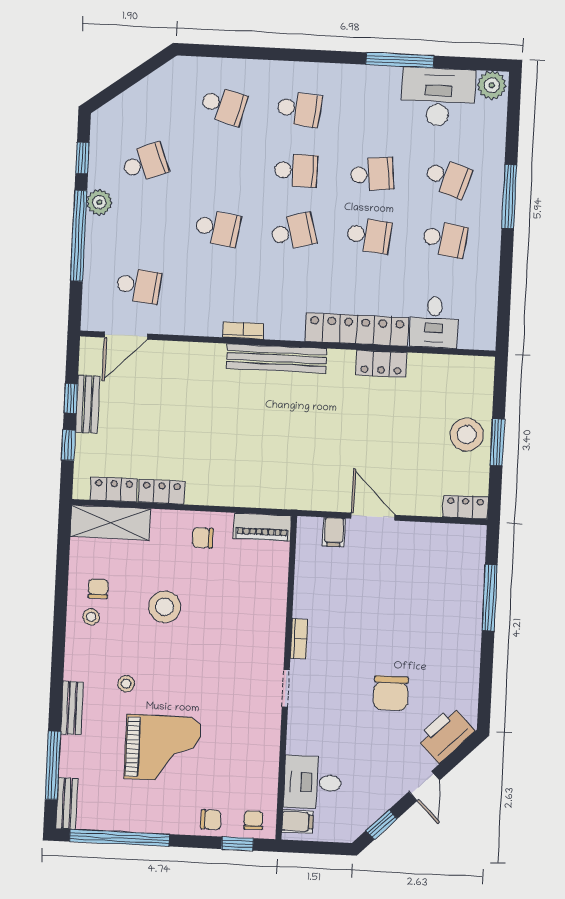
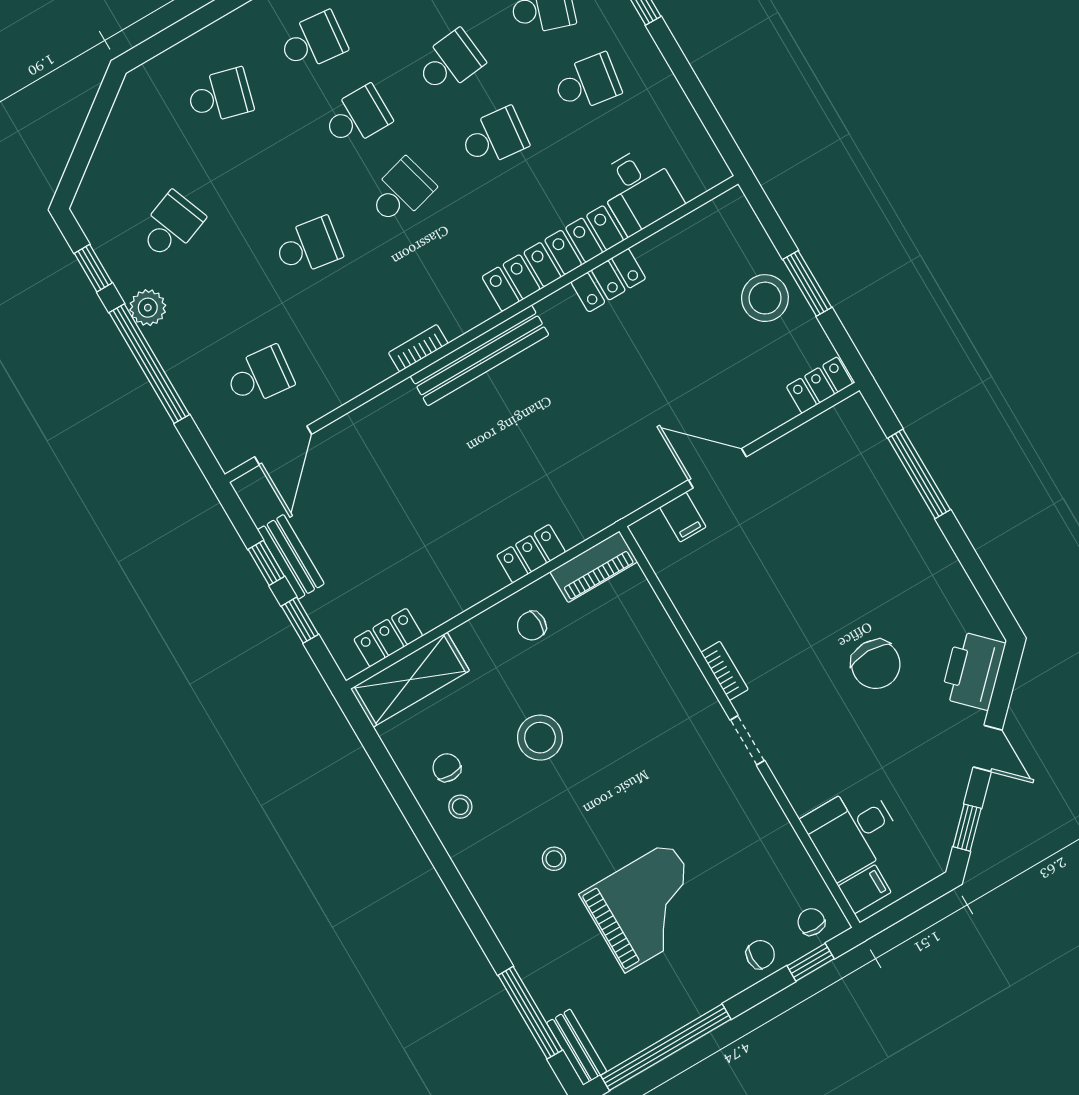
locker: (162, 492) -> (531, 554), moved
bench: (72, 708) -> (508, 930), removed

